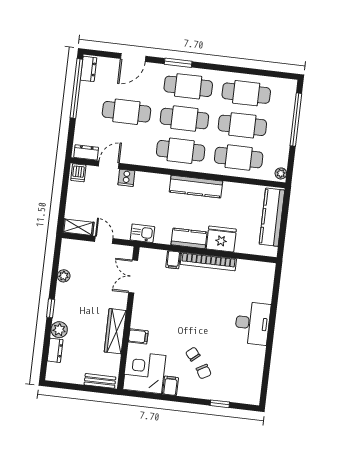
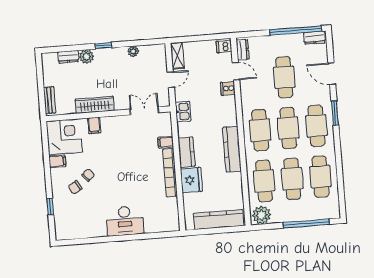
plant: (281, 173) -> (262, 215), width x1.87, depth x1.87

